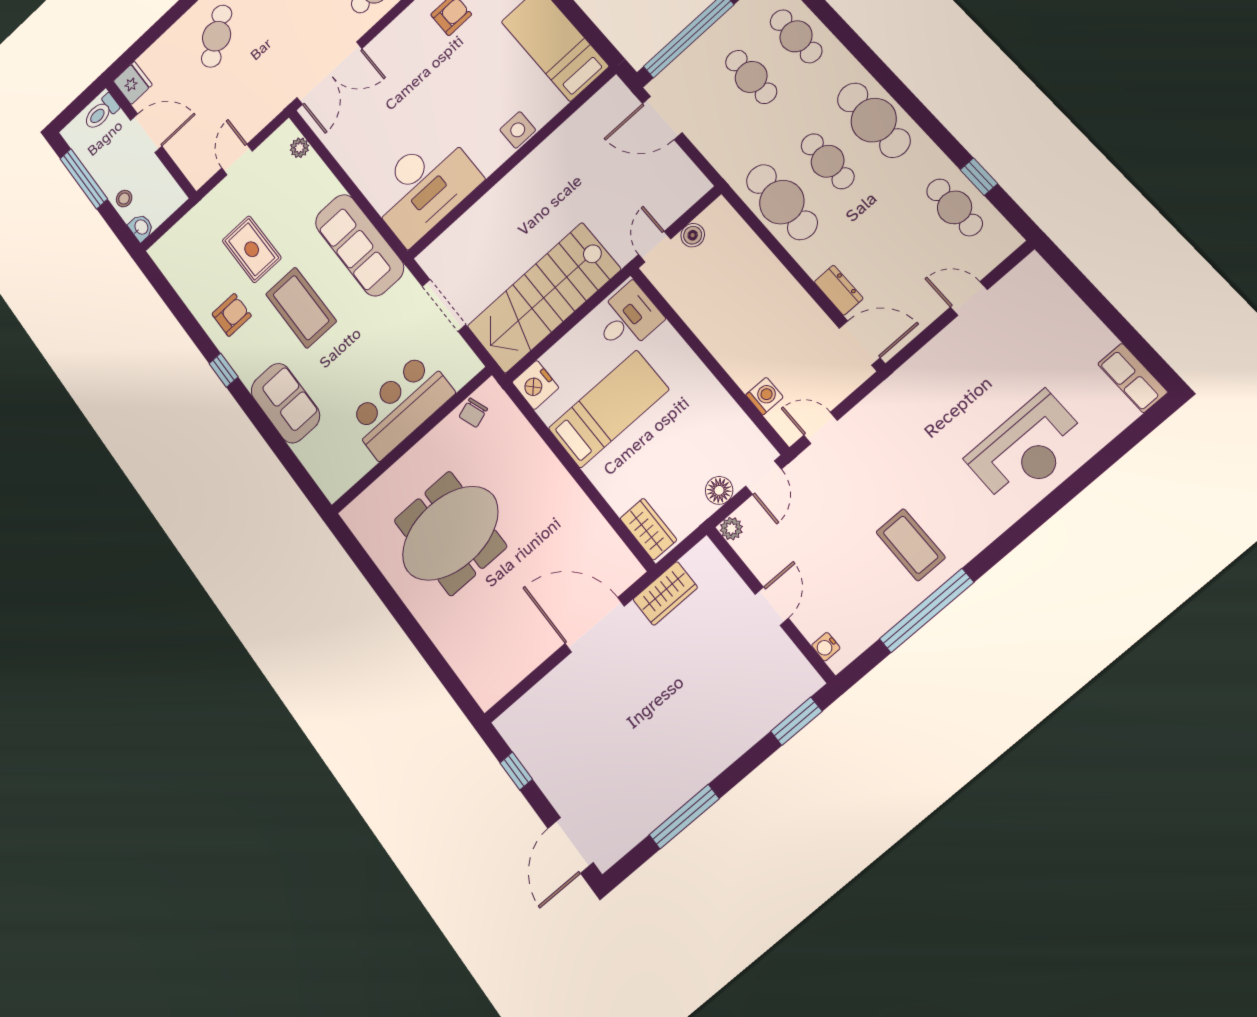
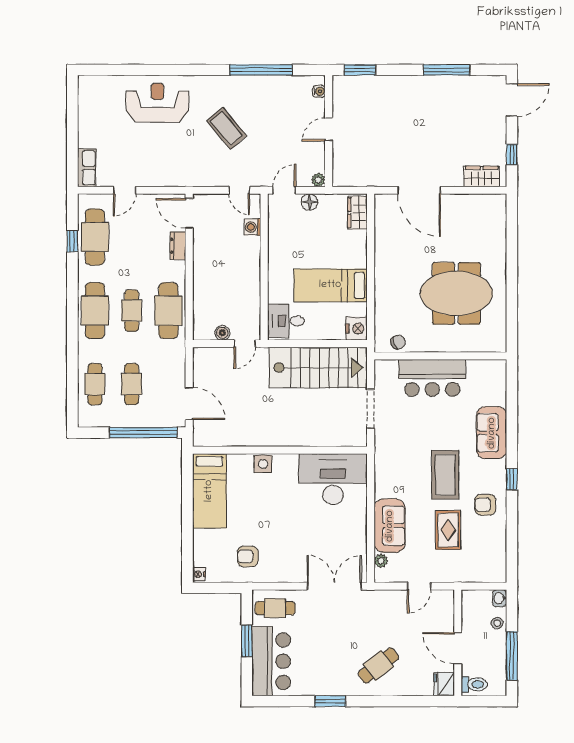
cafe table: (955, 207) -> (95, 237), width x1.37, depth x1.35
sofa: (359, 245) -> (390, 526), moved, width x0.73
door: (969, 298) -> (124, 190), hinge flipped
row of seats: (1133, 378) -> (87, 168), moved
coffee table: (911, 545) -> (227, 128), moved, turned -40
wardrobe: (665, 593) -> (482, 176), moved

